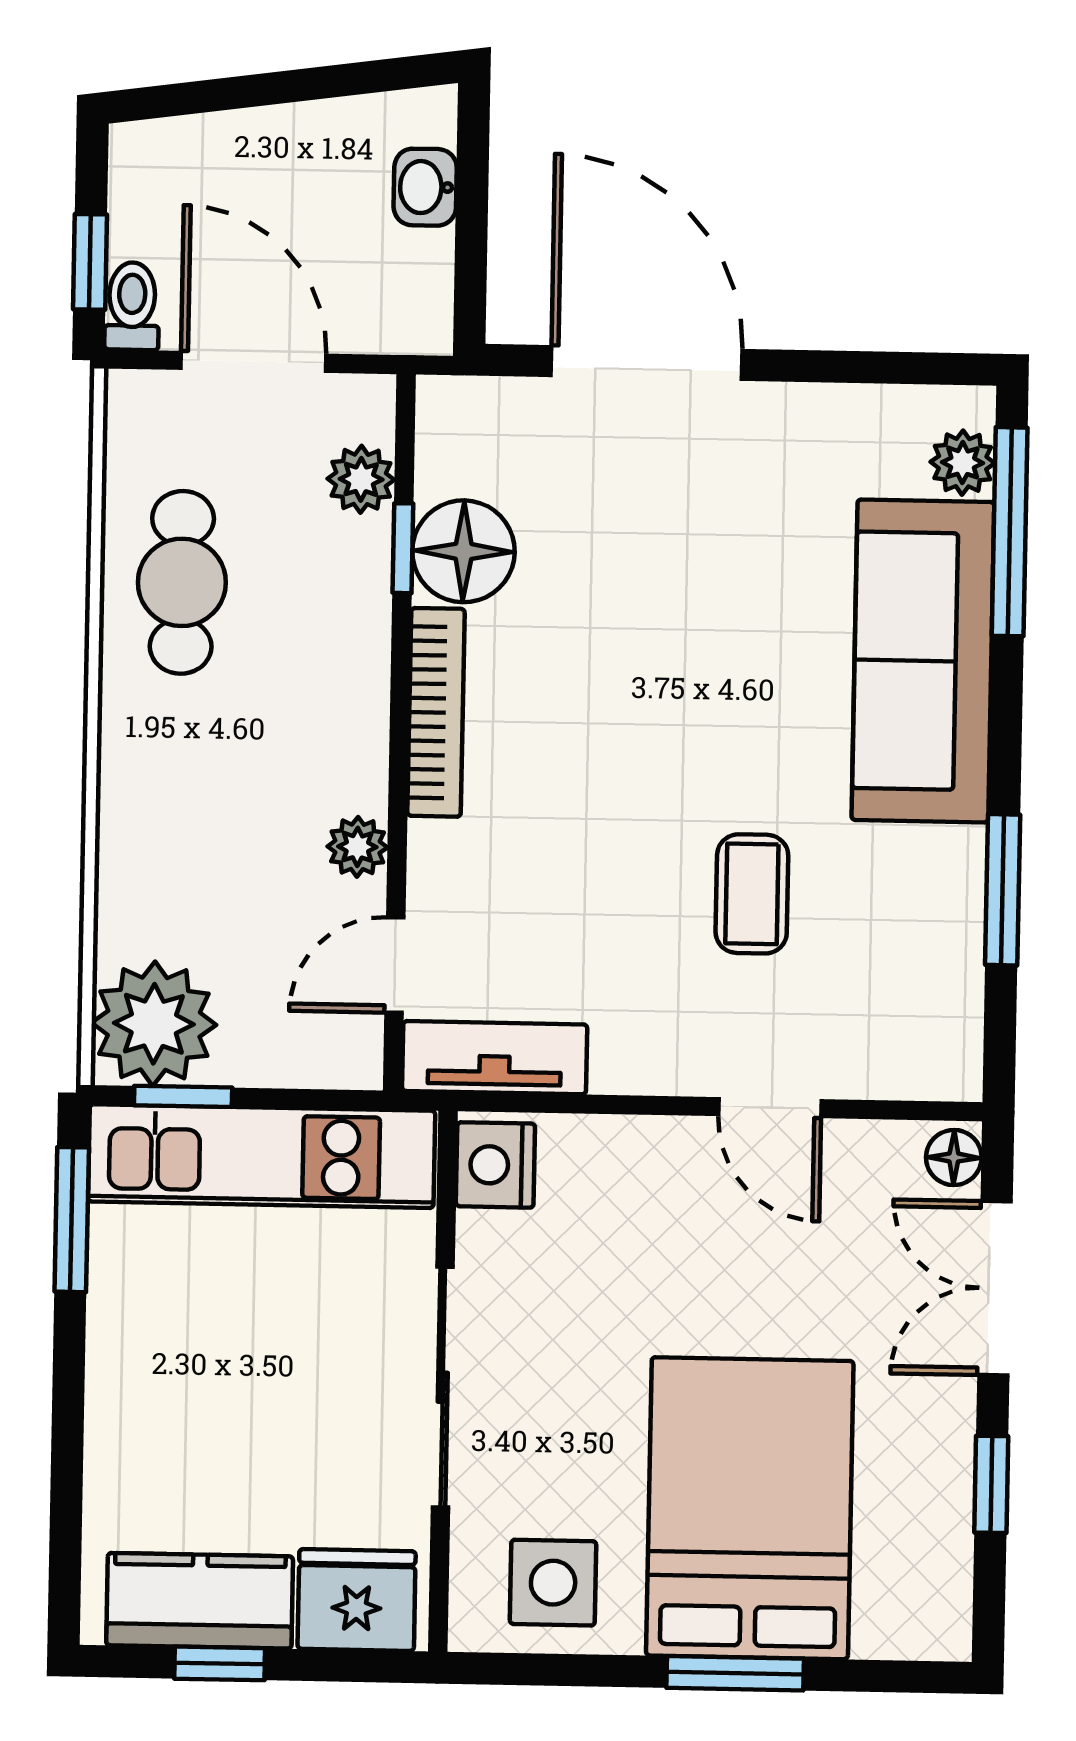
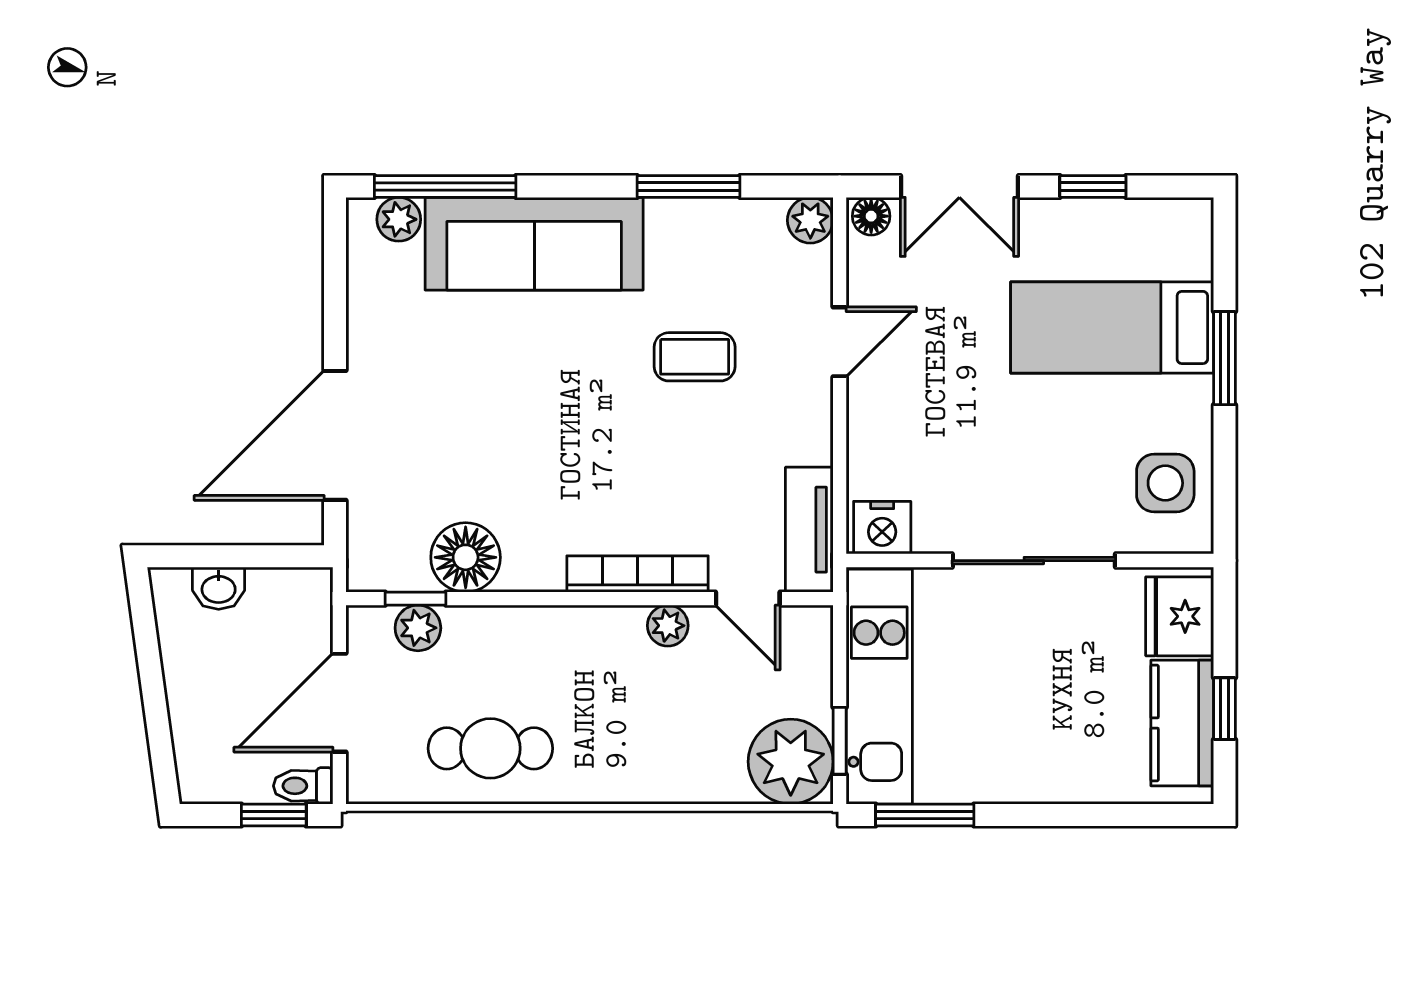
window: (403, 548) -> (415, 599), moved
bookcase: (436, 712) -> (638, 574), moved
plant: (950, 1068) -> (810, 220), added
bed: (750, 1508) -> (1112, 327), width x0.67

